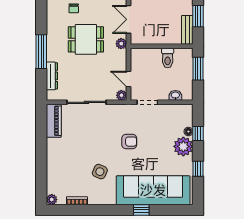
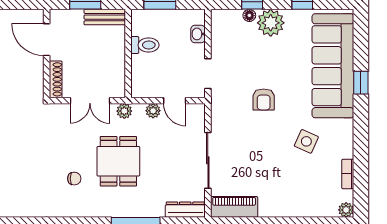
dresser: (52, 76) -> (185, 210), moved
door: (129, 79) -> (175, 101), hinge flipped
plant: (121, 95) -> (153, 111), moved
armchair: (129, 142) -> (264, 100), turned 180

